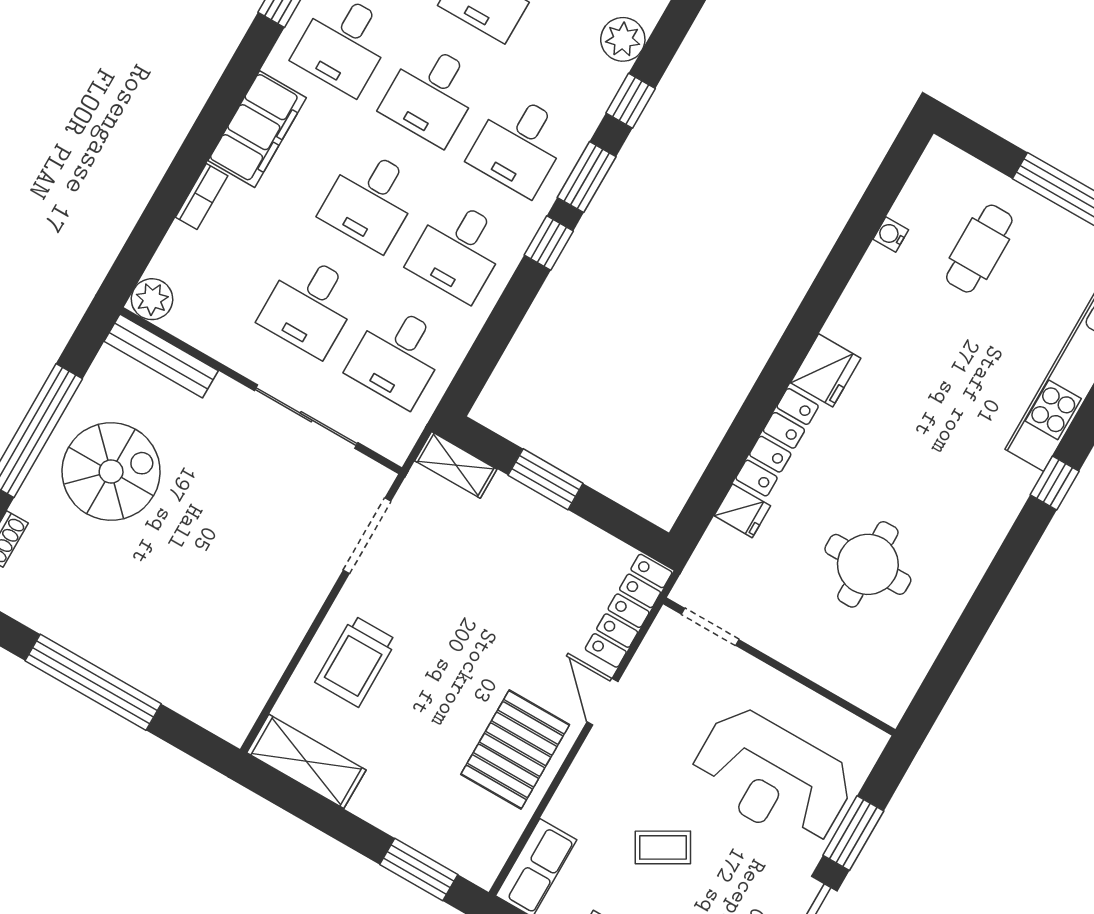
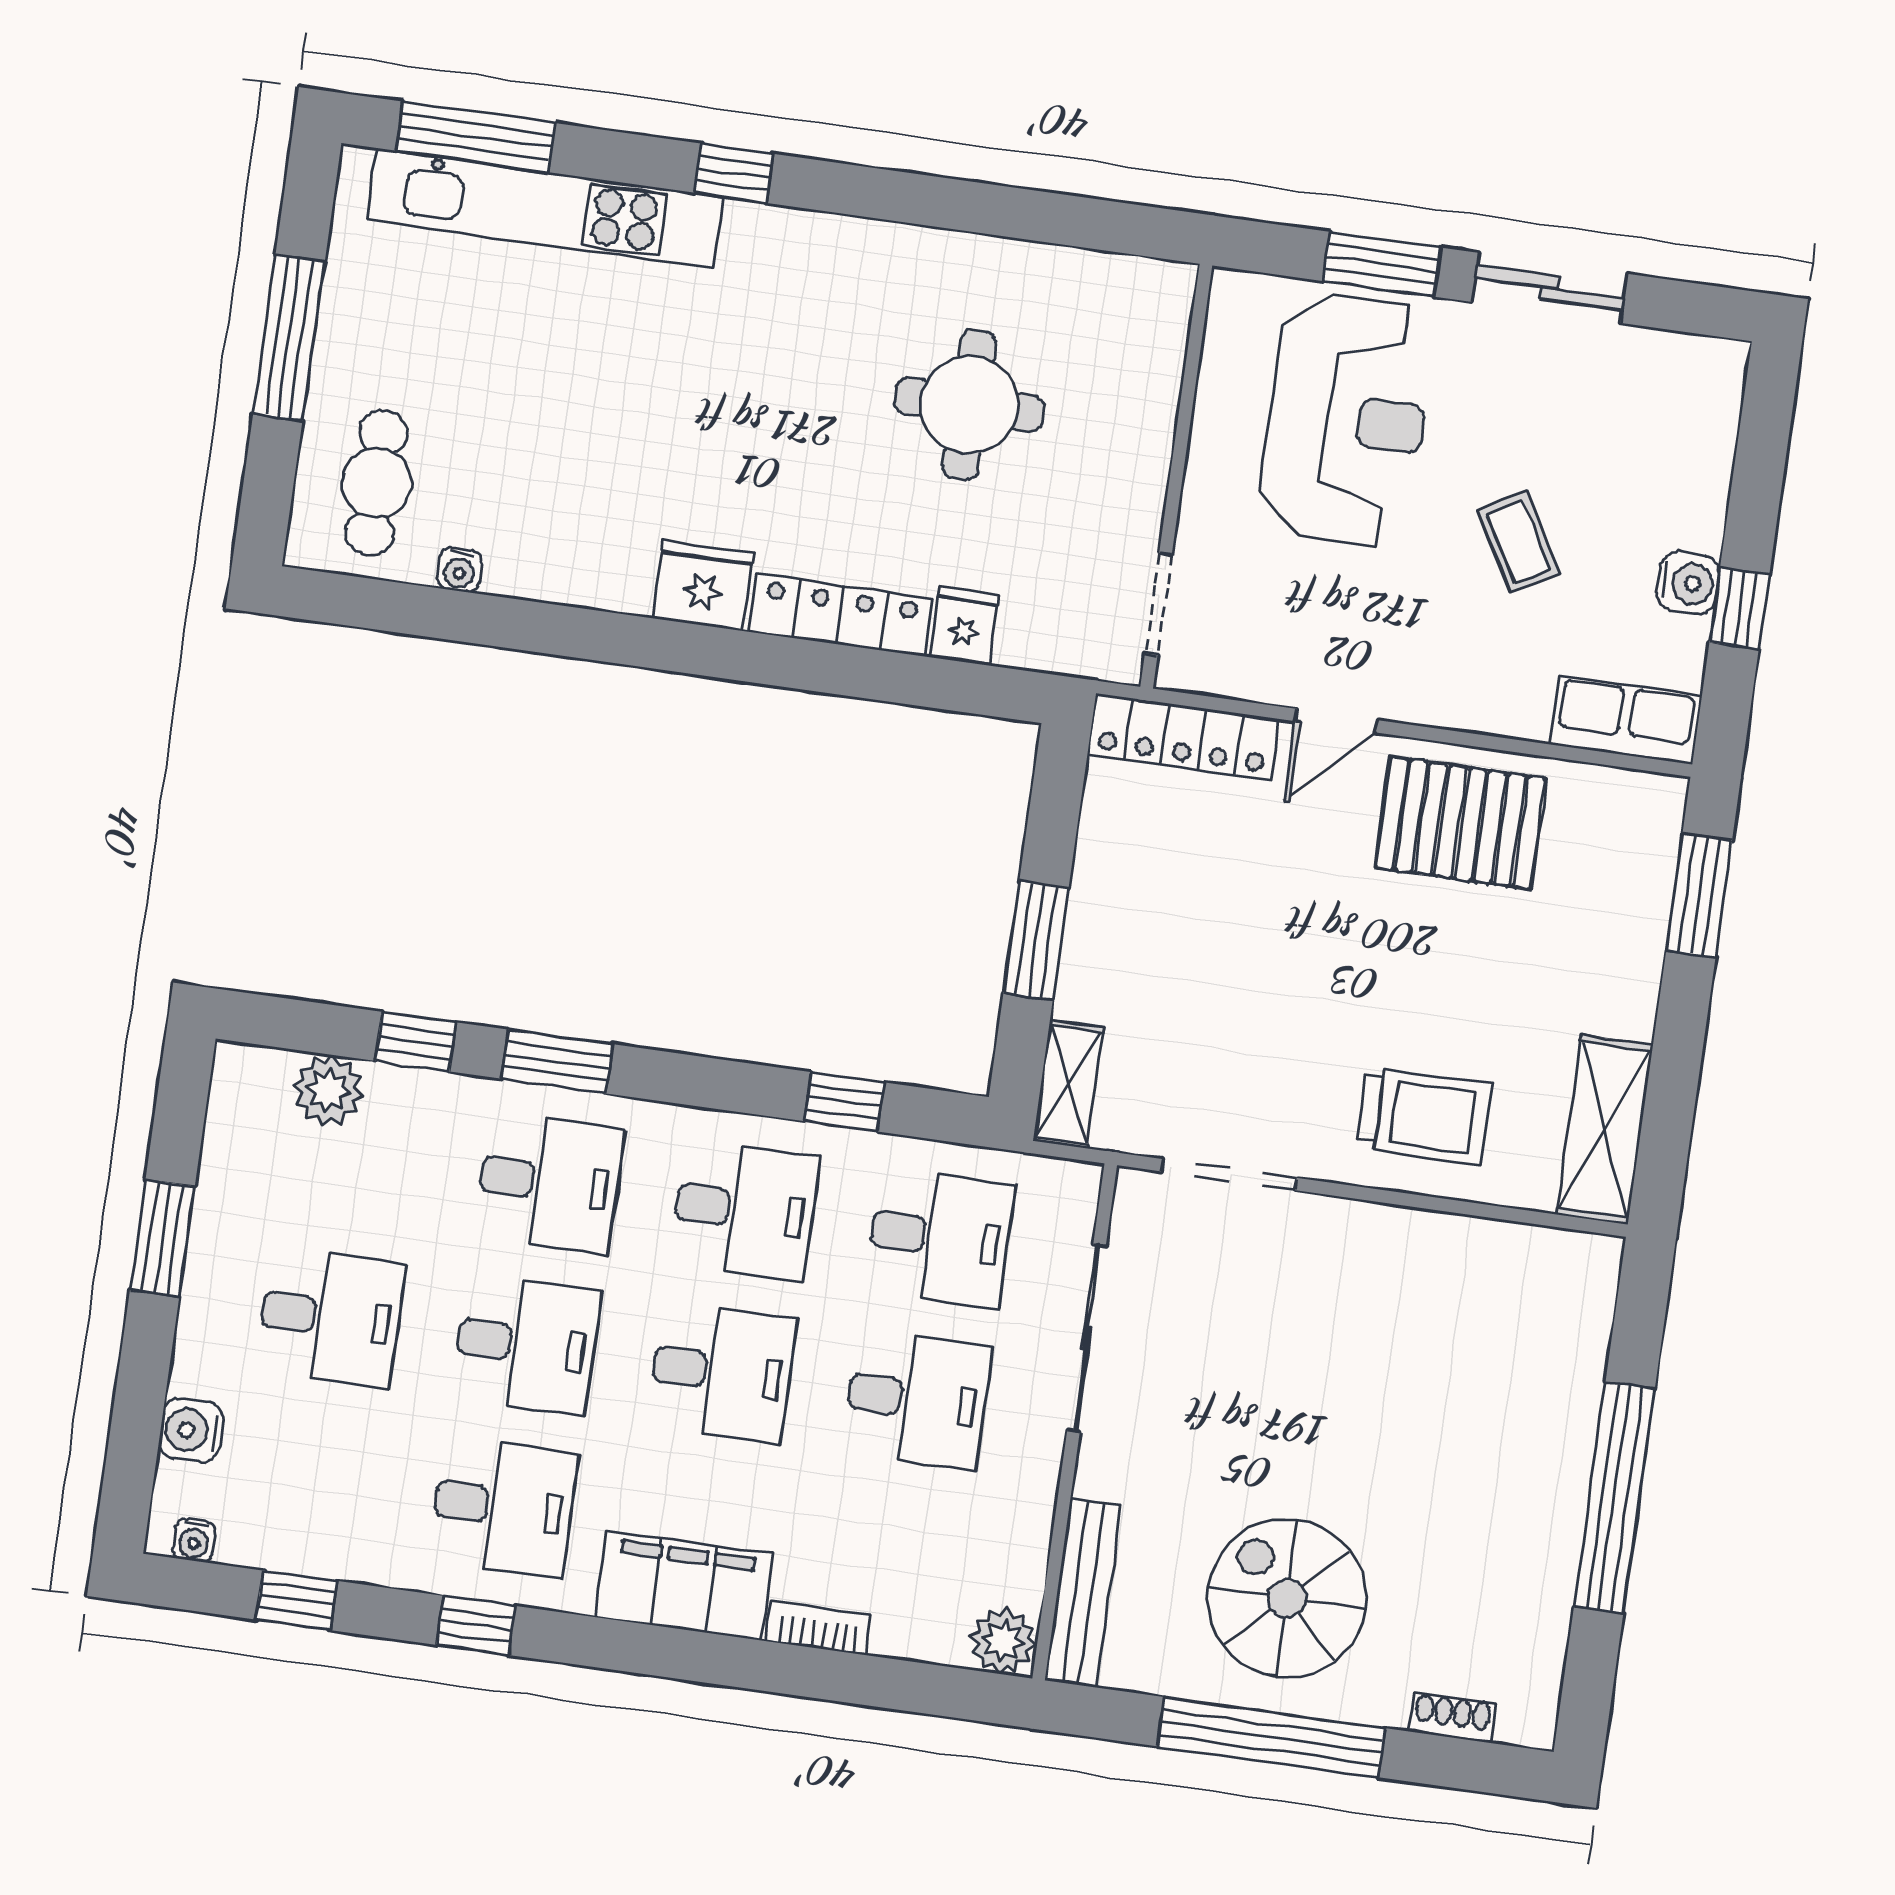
window: (549, 243) -> (844, 1102), moved
cafe table: (979, 249) -> (377, 483), moved, turned 90

